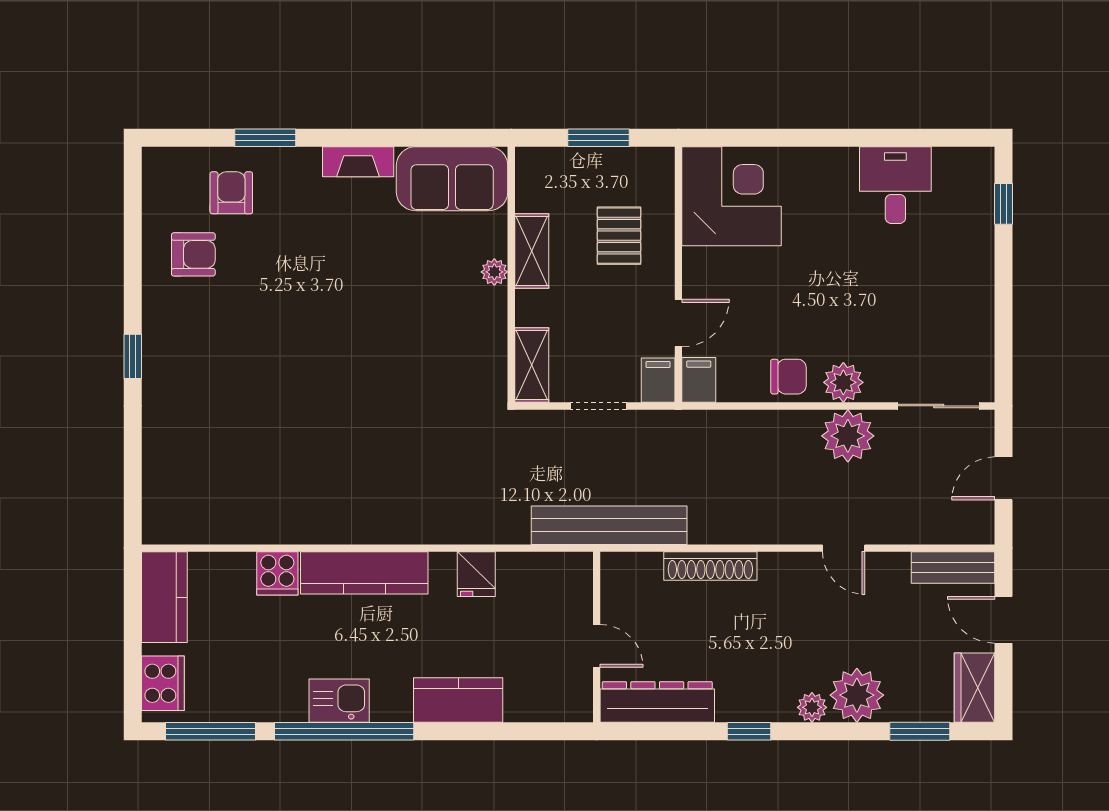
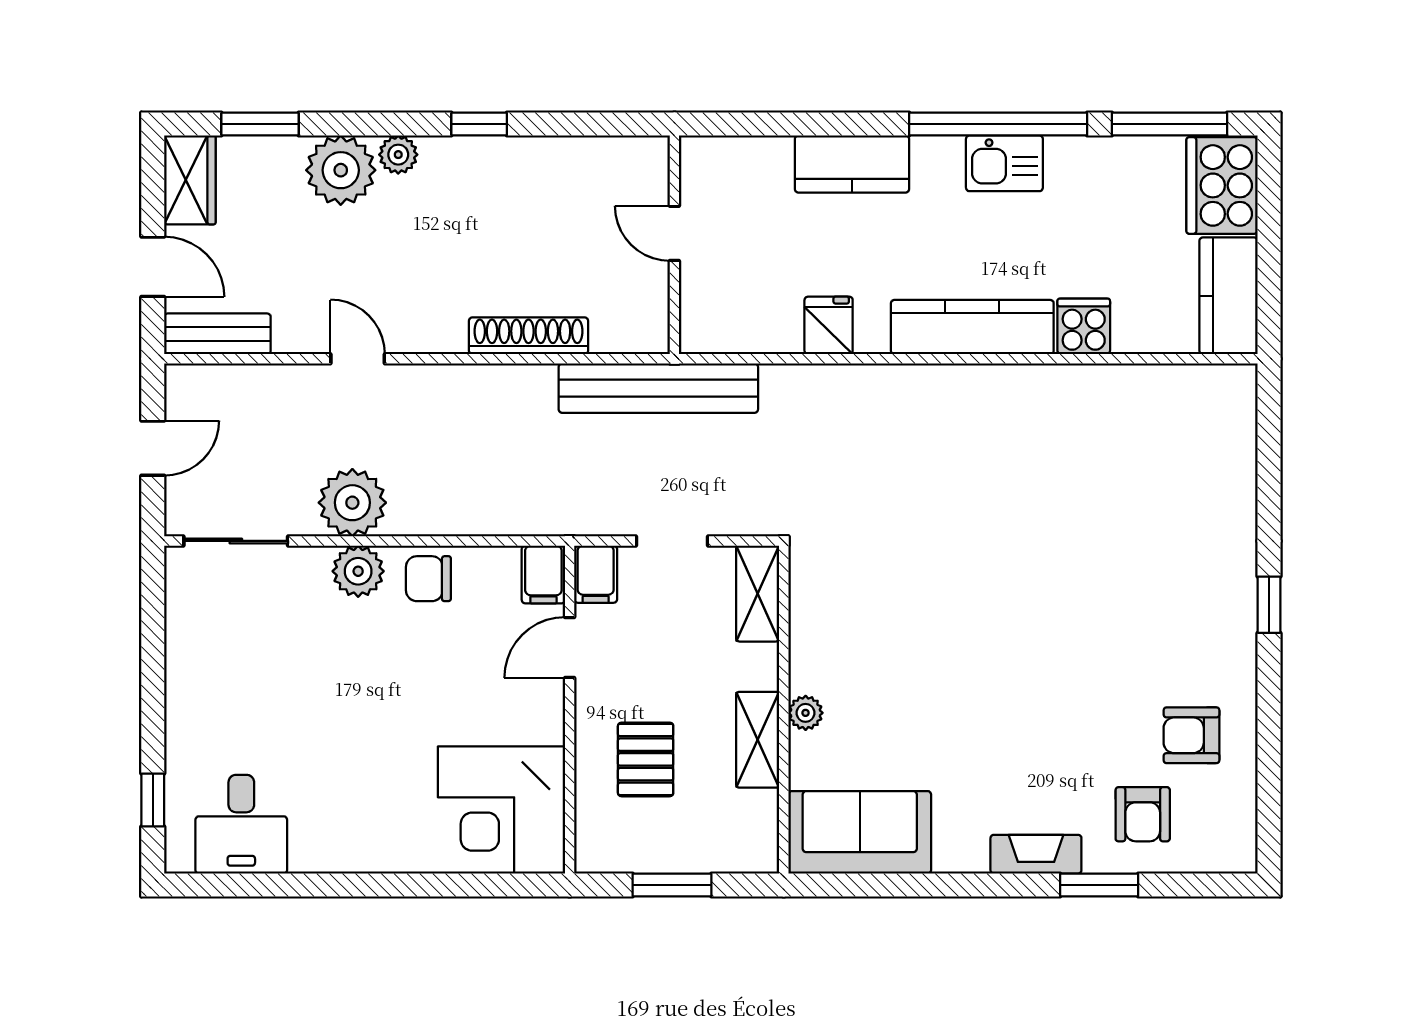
fireplace: (358, 162) -> (1036, 854), moved
desk: (895, 185) -> (241, 824), moved
cooker: (163, 683) -> (1222, 185), width x1.37, depth x1.31
dresser: (657, 702) -> (597, 162), removed

